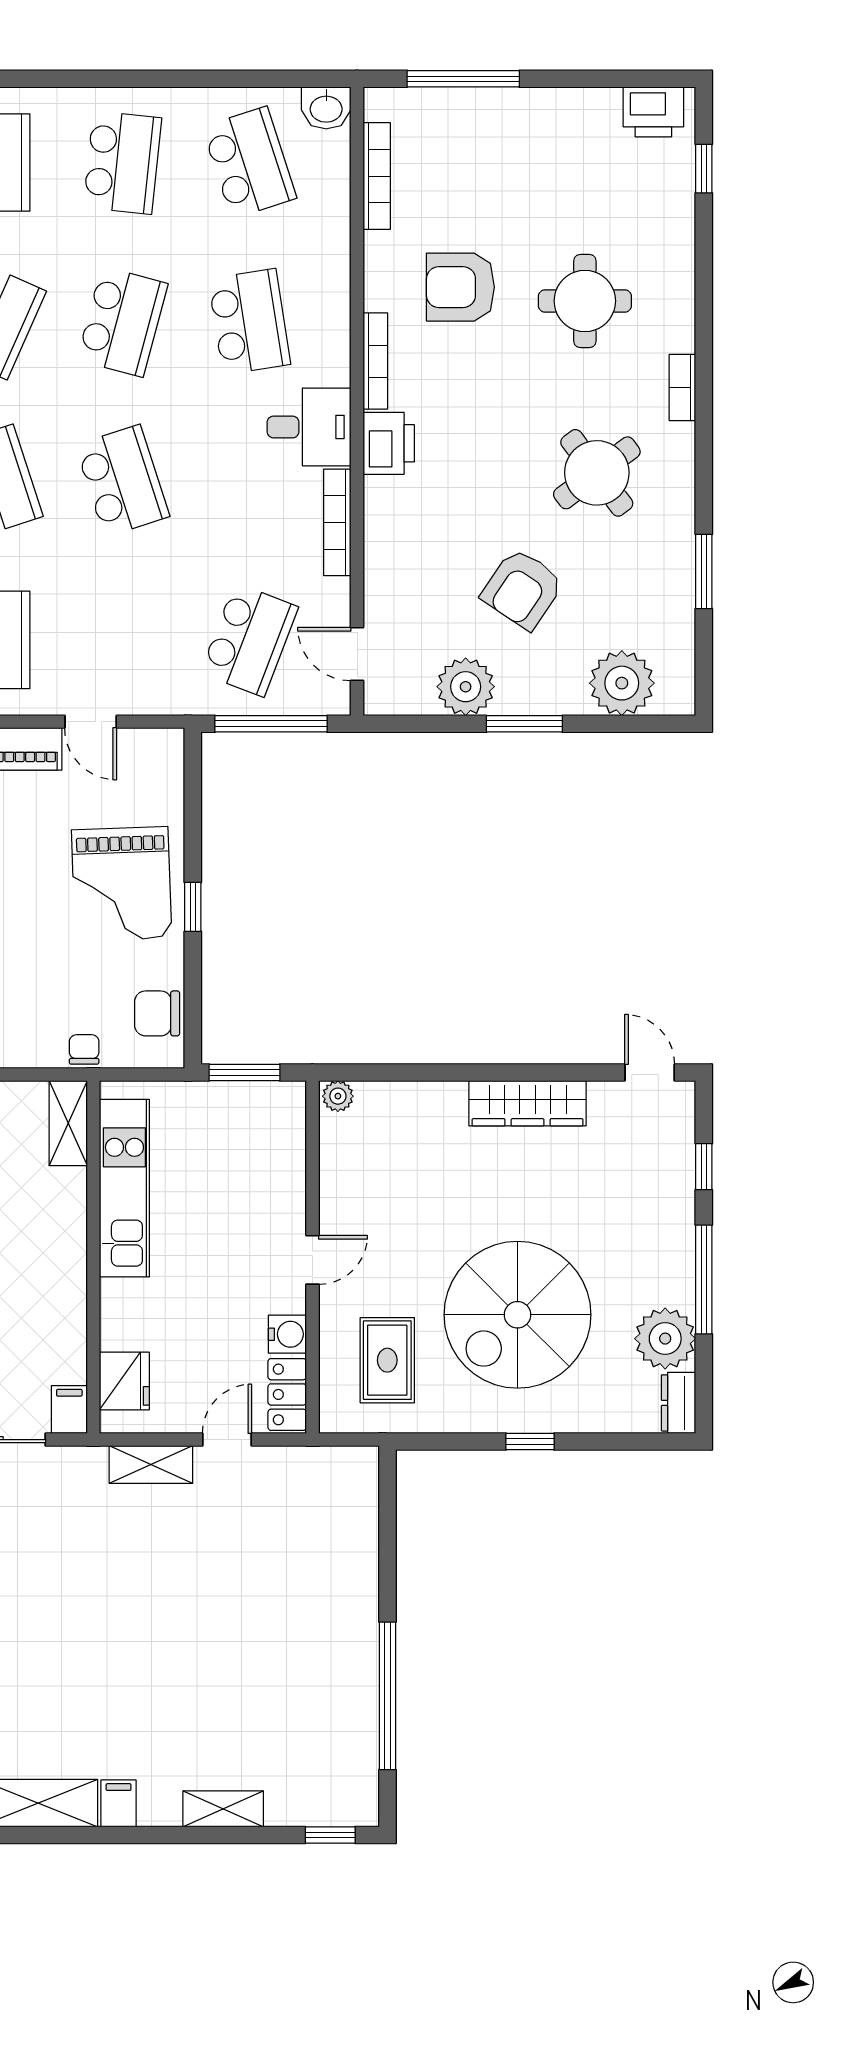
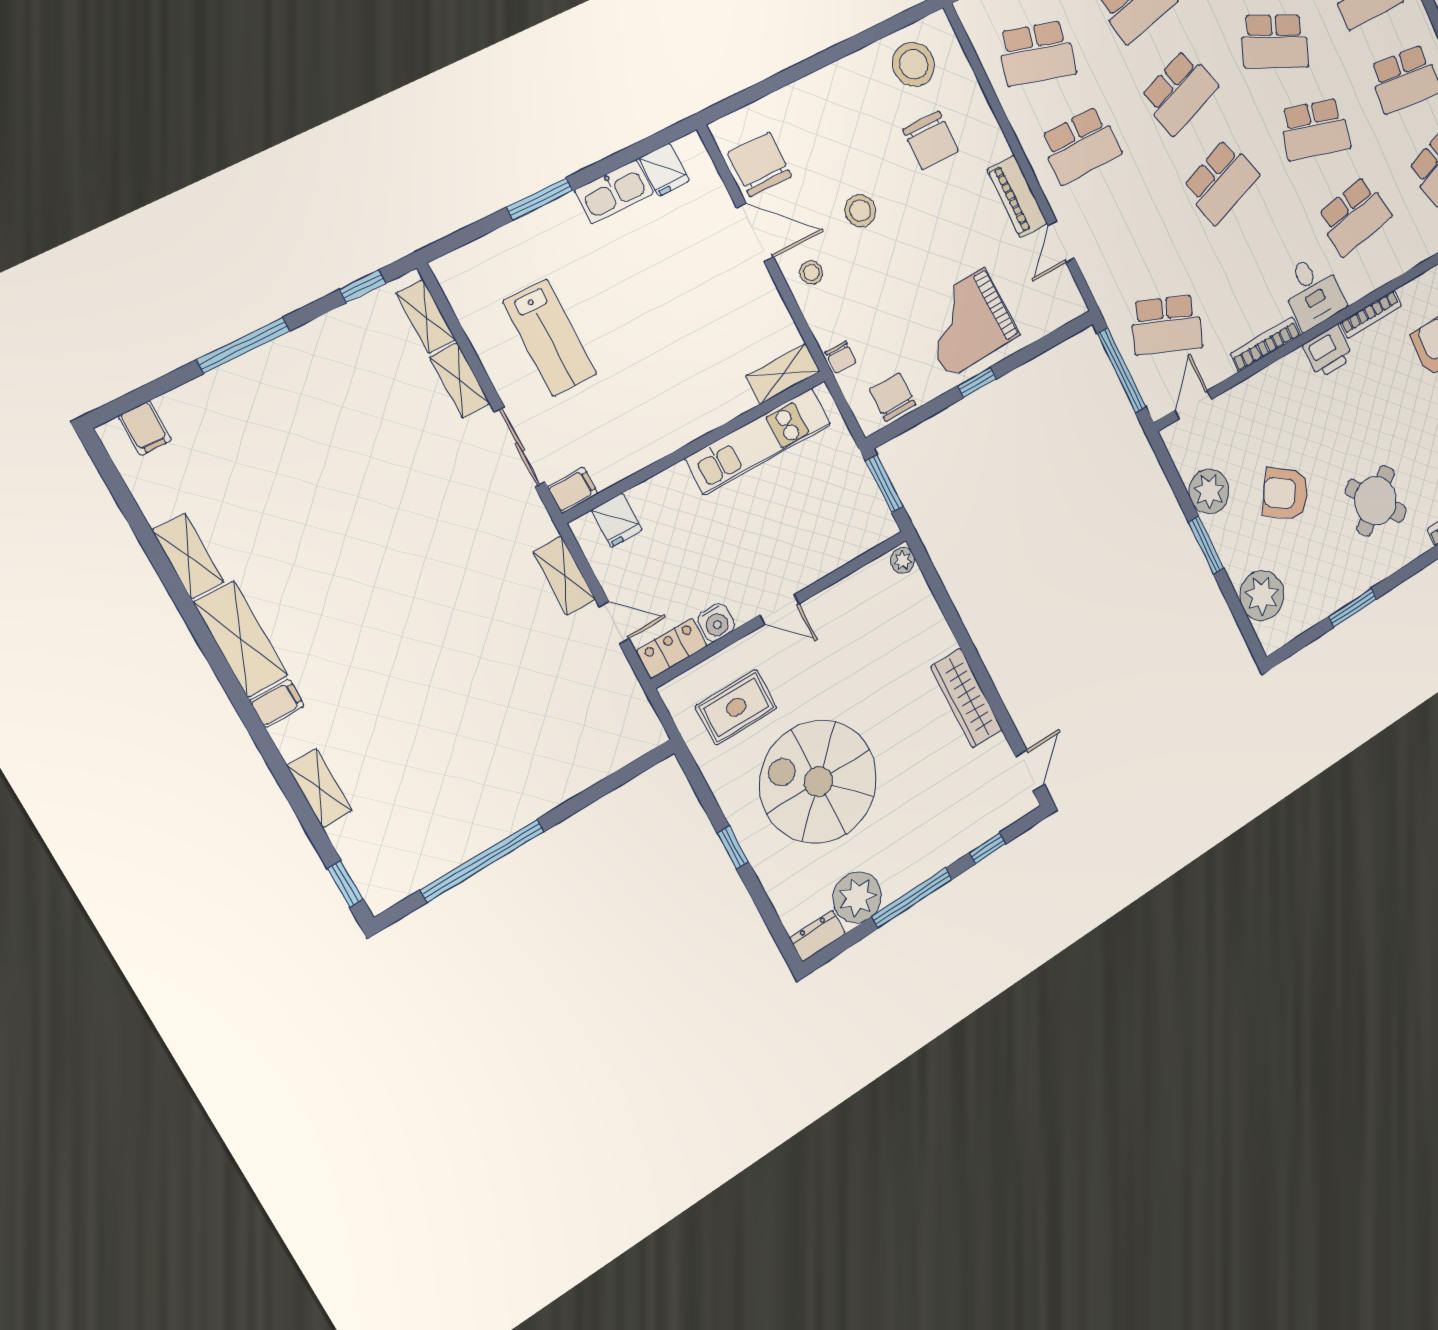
chair: (84, 1049) -> (841, 357), turned 90
fridge: (124, 1381) -> (617, 520), width x0.72

